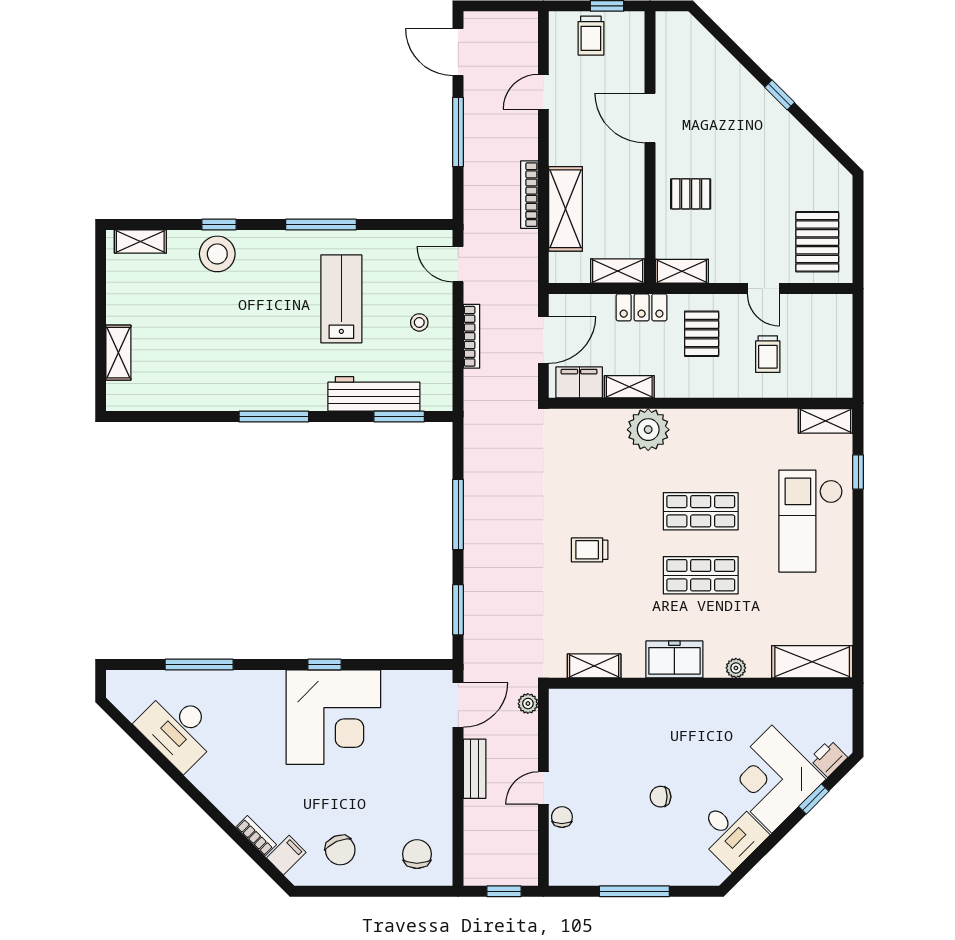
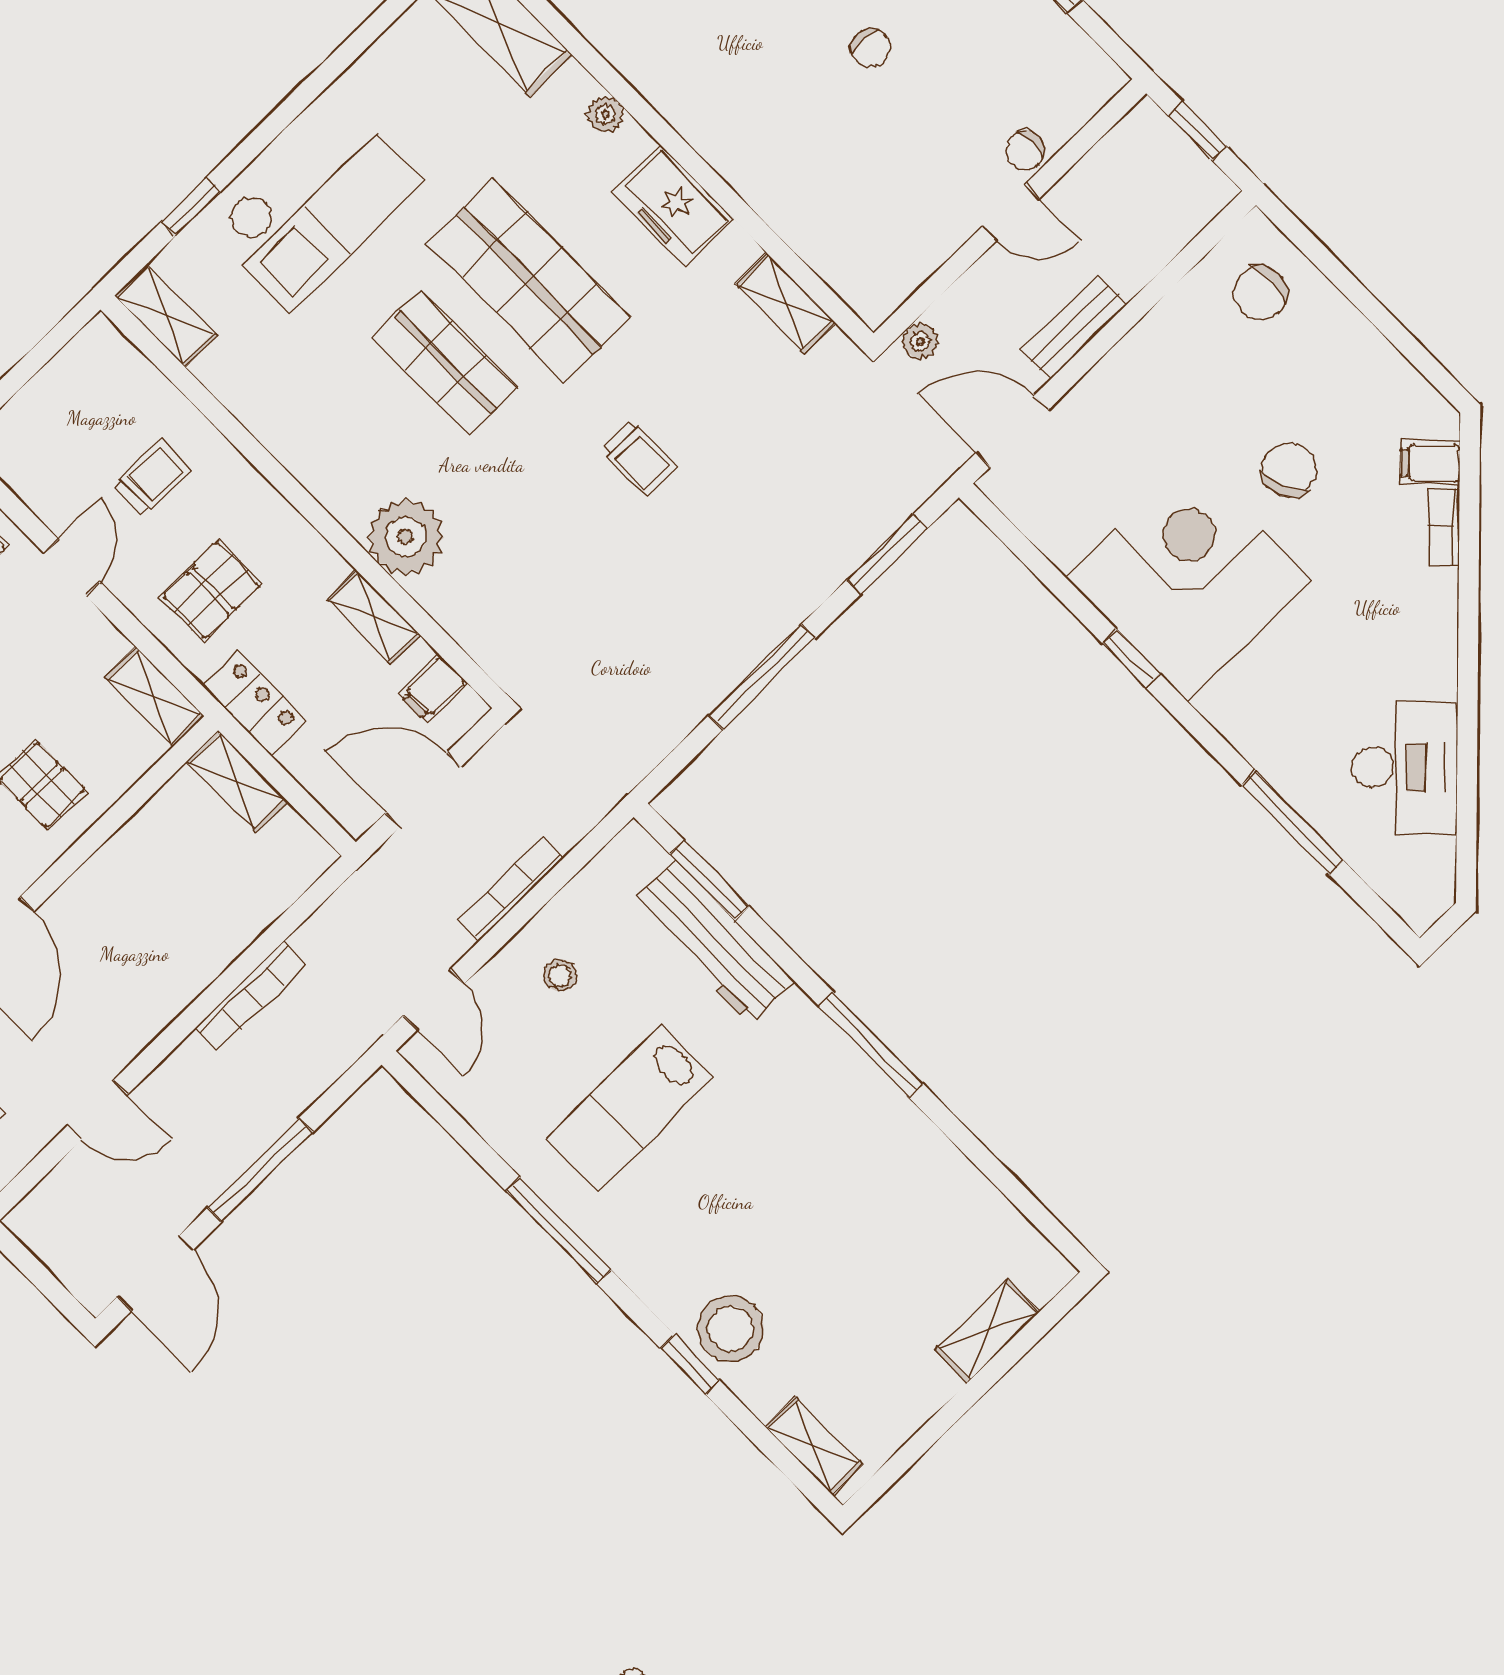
shelving: (566, 209) -> (222, 930), removed
filing cabinet: (579, 382) -> (433, 688), width x0.50
shop shelf: (701, 575) -> (529, 280), width x1.43, depth x1.36
chair: (340, 850) -> (1289, 470), moved

